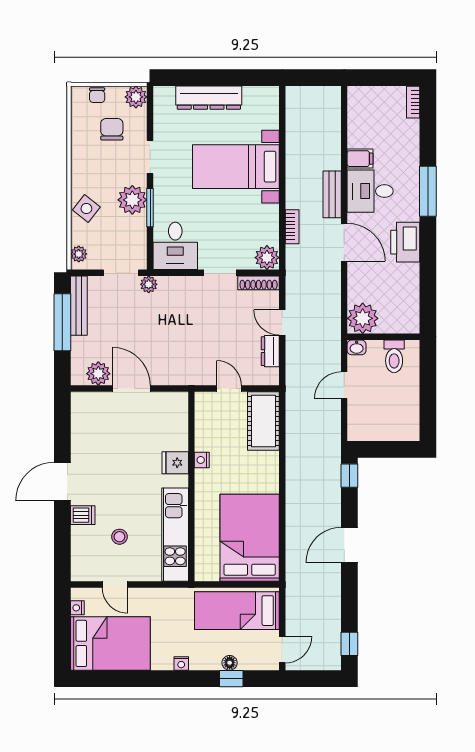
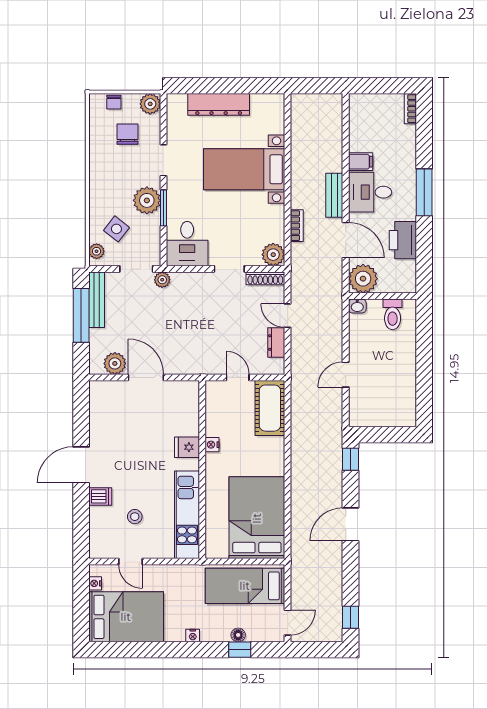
side table: (86, 208) -> (116, 229), moved
plant: (363, 318) -> (363, 279), moved
wall: (383, 337) -> (382, 296), moved
washbasin: (357, 347) -> (357, 306), moved
toilet: (394, 356) -> (393, 314), moved

